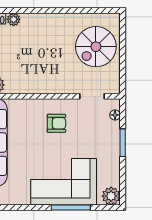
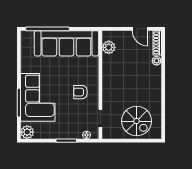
spiral stairs: (96, 47) -> (137, 121), turned 180
armchair: (56, 123) -> (80, 92), turned 90

